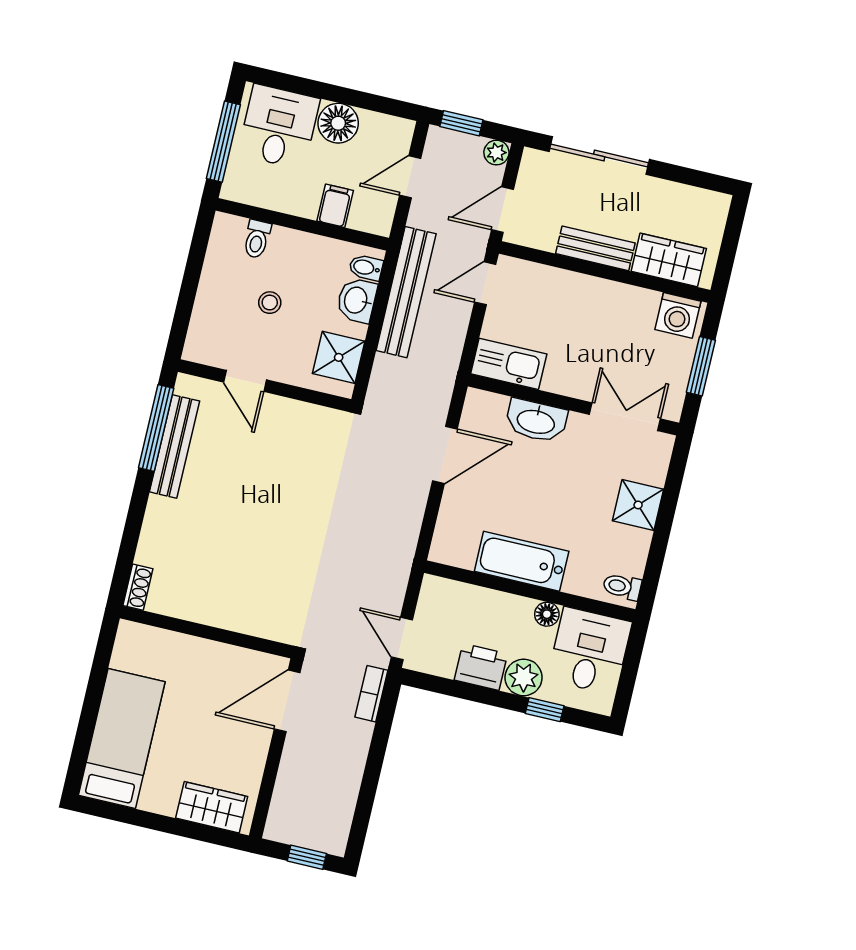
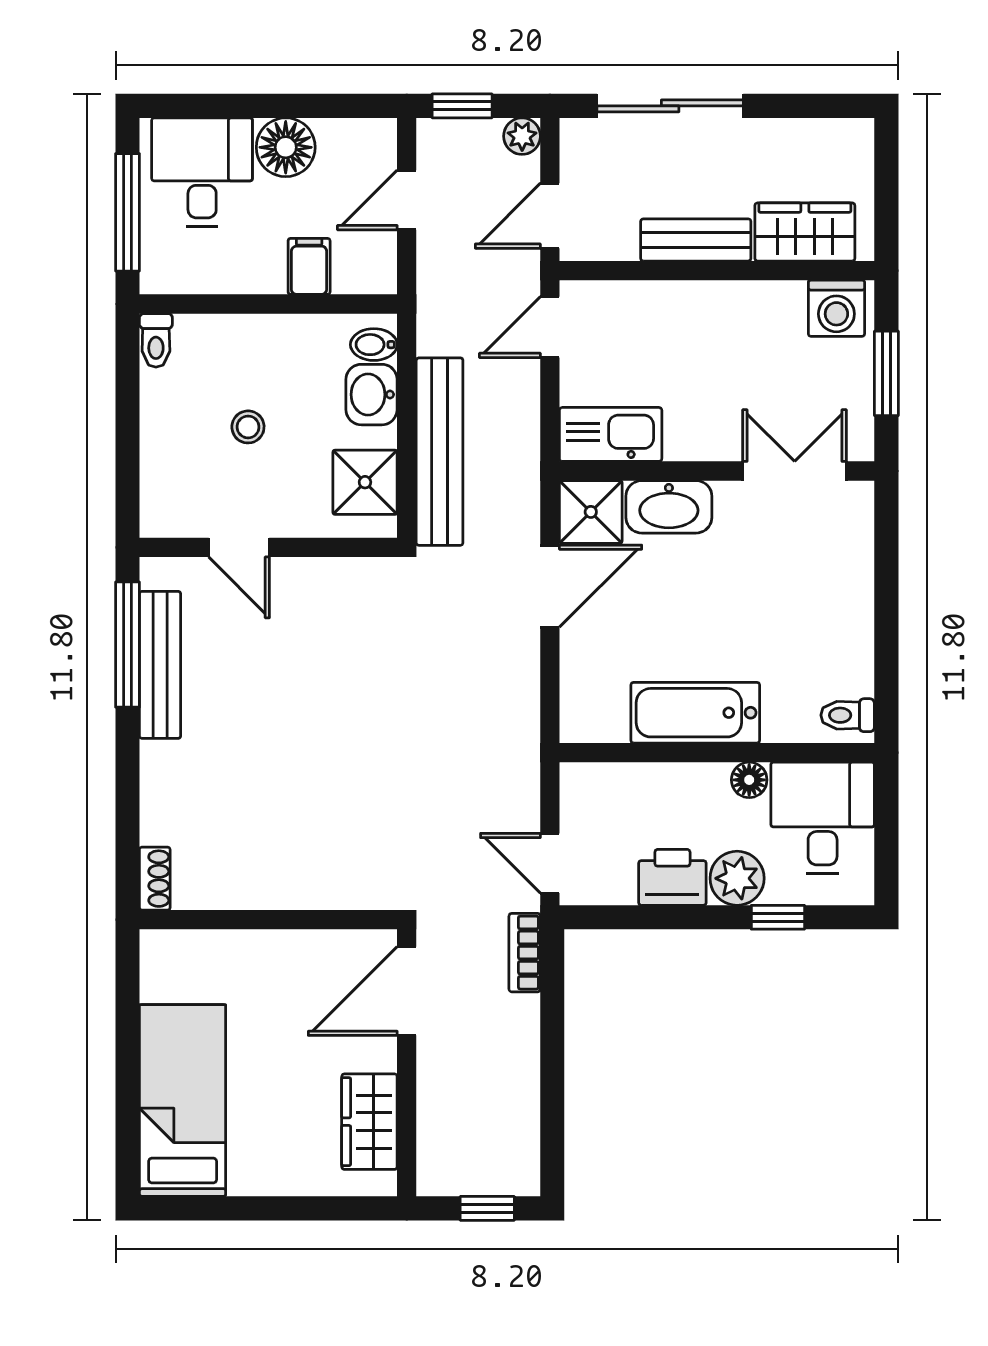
toilet: (257, 239) -> (156, 340), moved
bench: (406, 292) -> (440, 452), moved
shower: (638, 505) -> (591, 512), moved
wardrobe: (212, 807) -> (369, 1122), moved, turned -90

